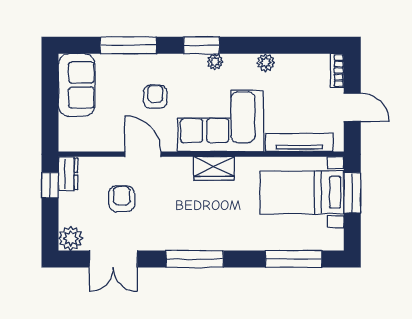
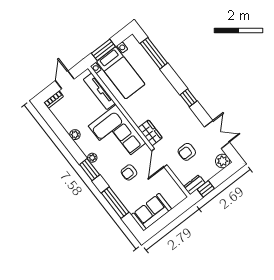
wardrobe: (214, 168) -> (150, 133), moved
window: (195, 259) -> (188, 98), width x0.46

